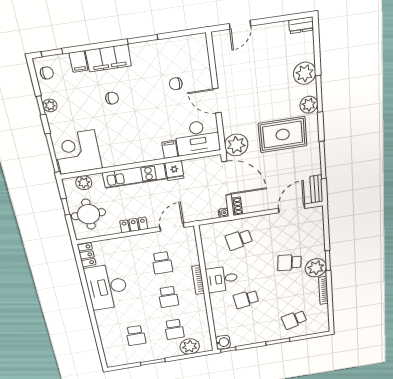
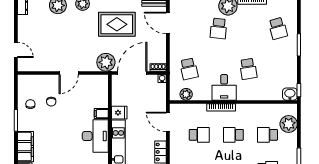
chair: (112, 98) -> (30, 104), moved
rug: (283, 135) -> (117, 24), moved, turned 90
desk: (198, 138) -> (95, 136), moved
plant: (208, 241) -> (186, 94), added
school desk: (168, 297) -> (233, 135), turned 180
school desk: (174, 329) -> (268, 135), turned 180

